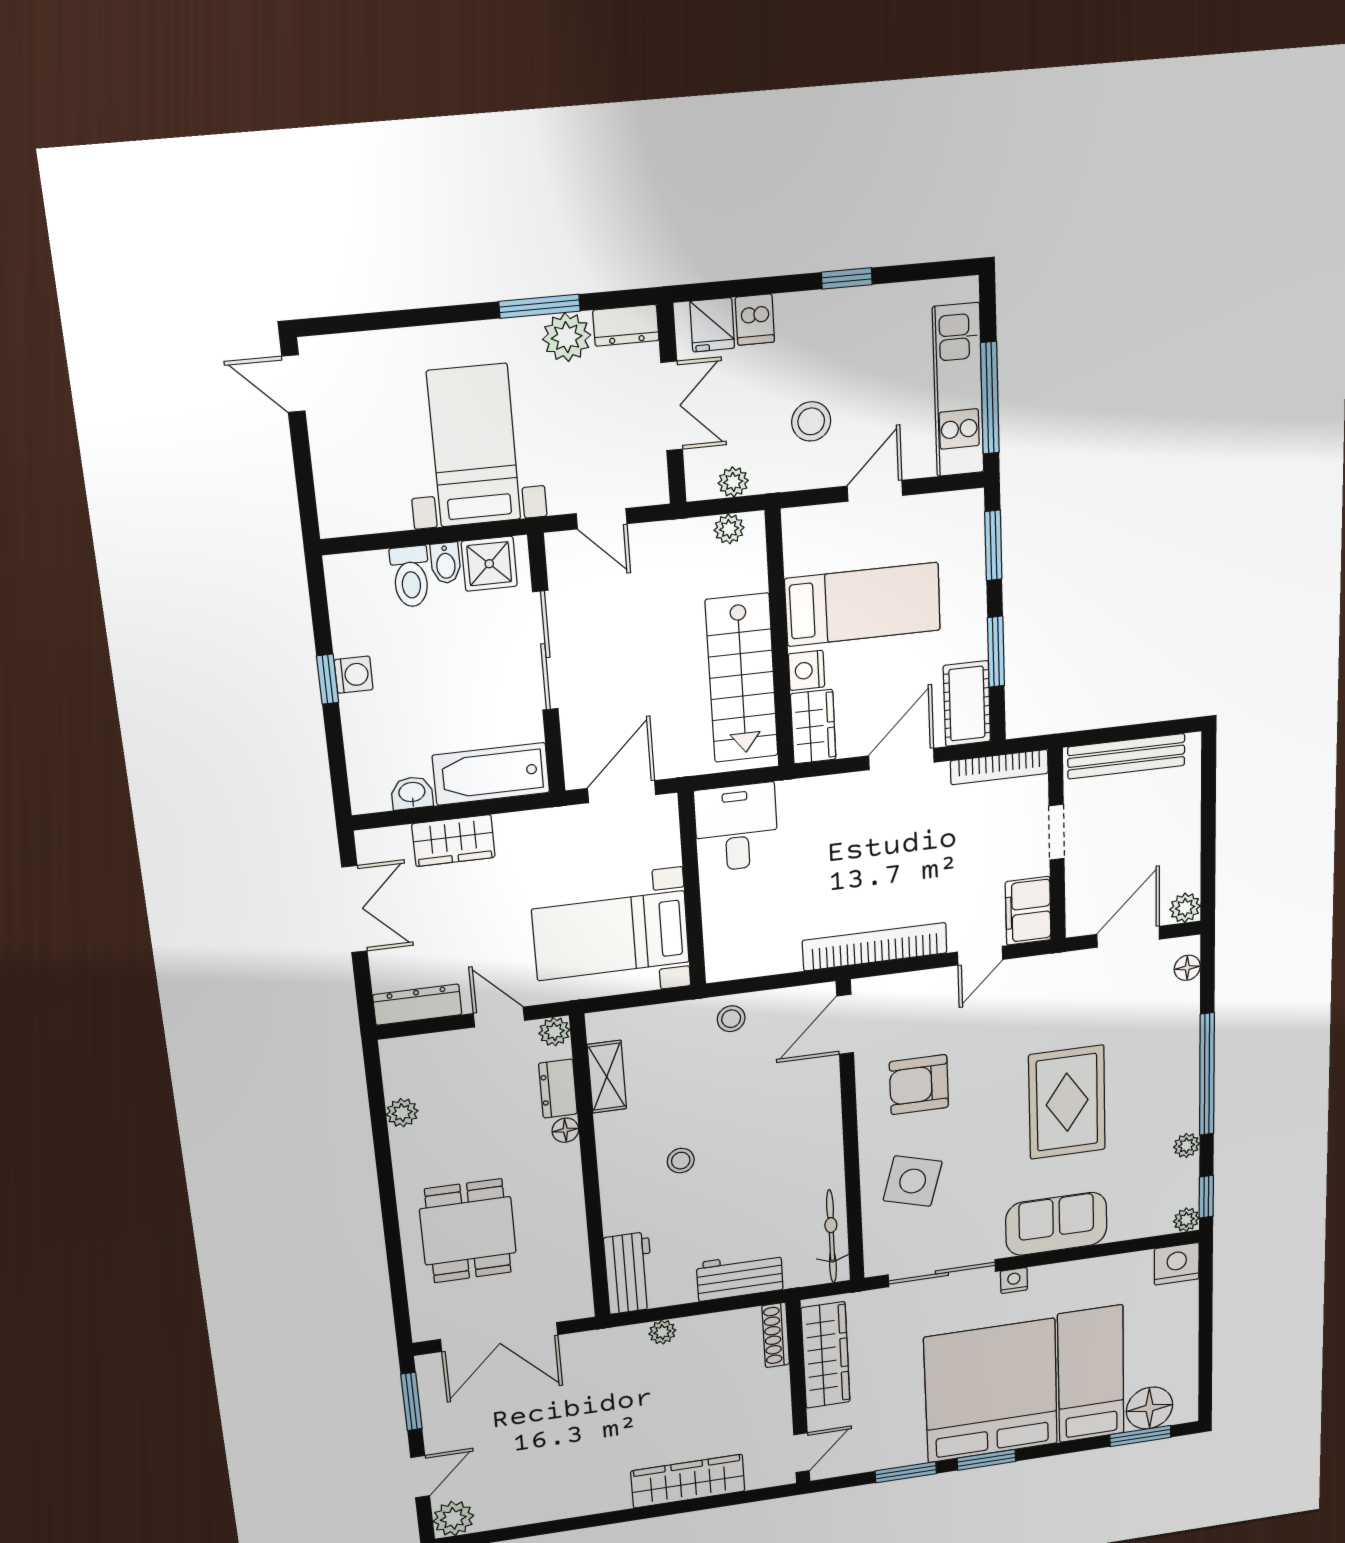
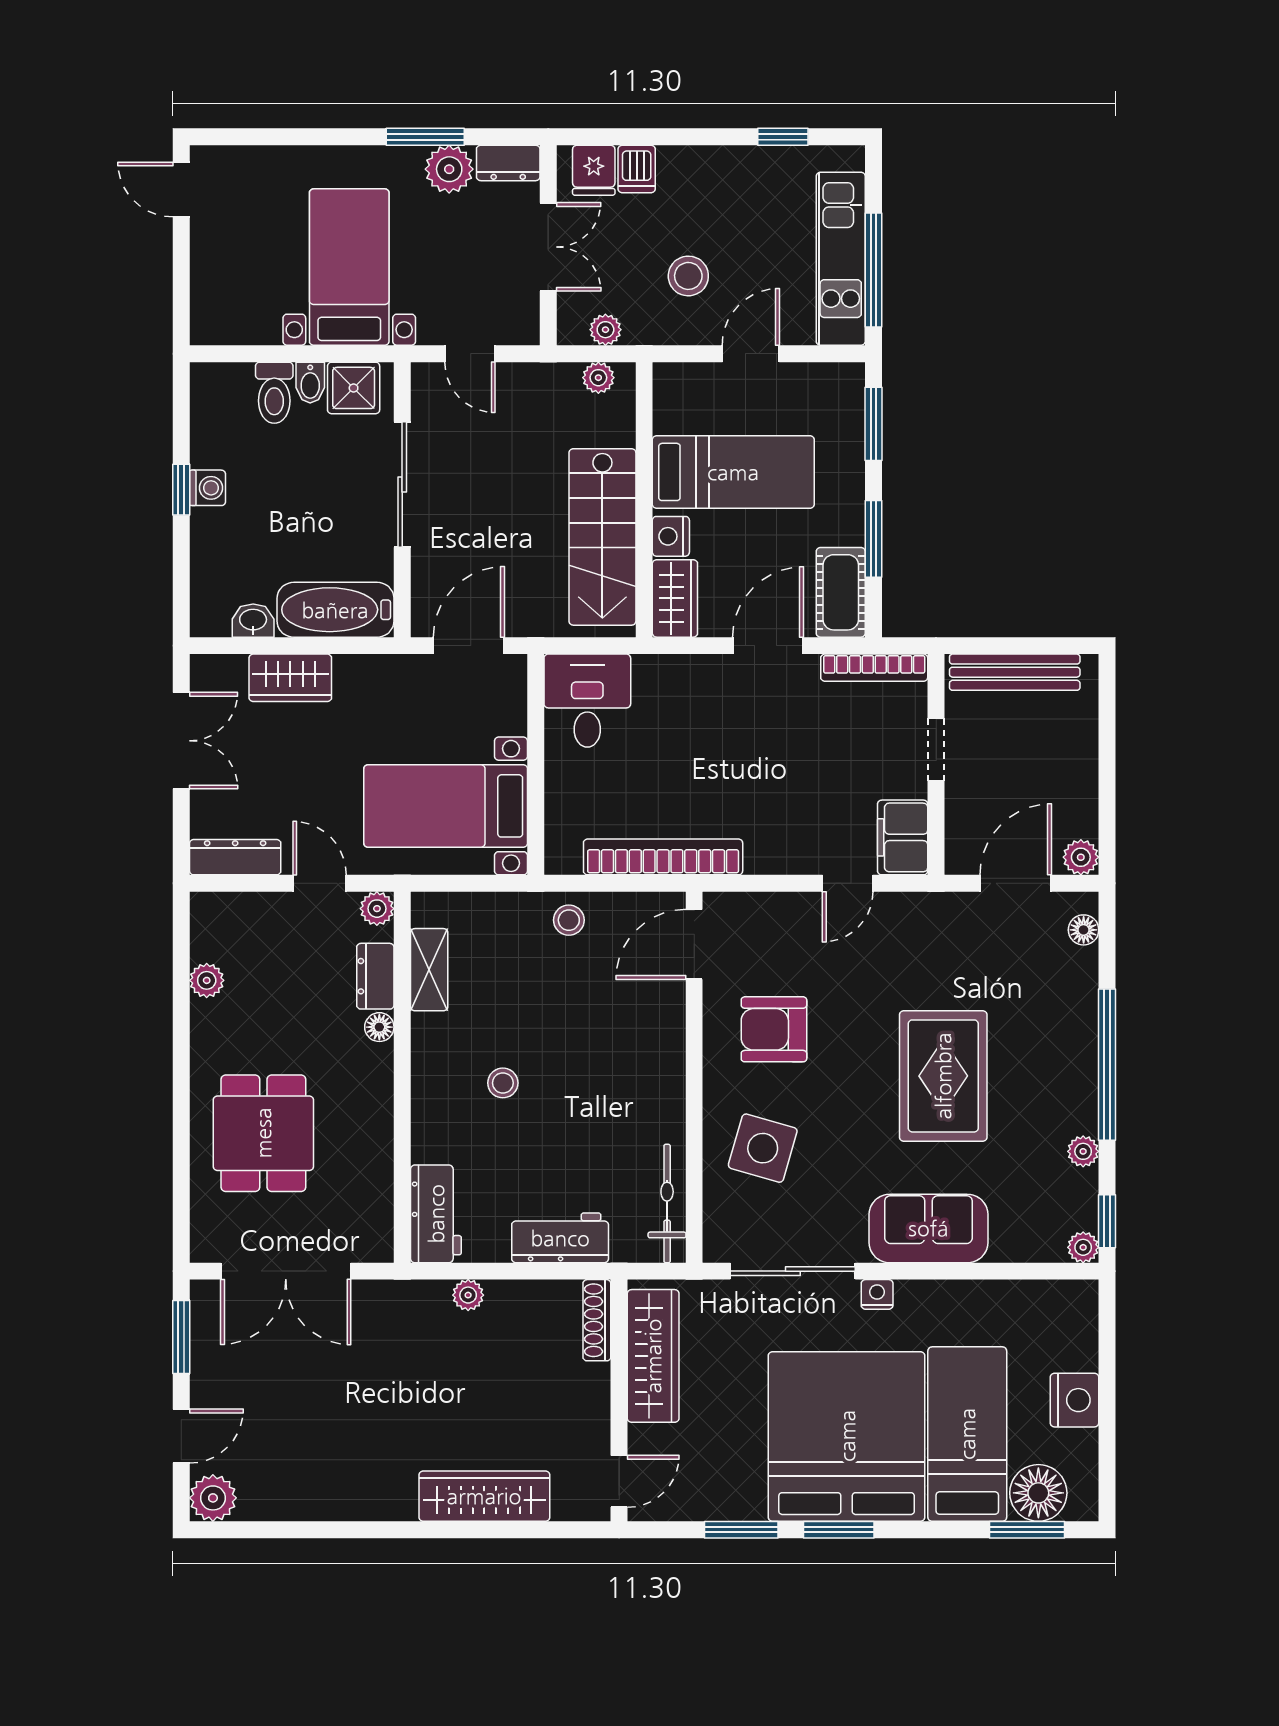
window: (847, 278) -> (783, 137), moved
bookcase: (875, 947) -> (663, 857), moved
nightstand: (1177, 1264) -> (1075, 1400), moved, turned 90

